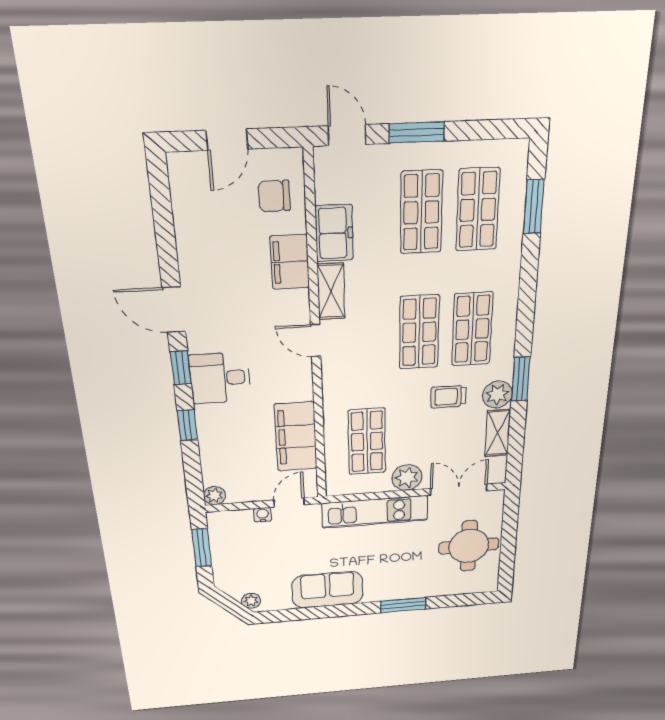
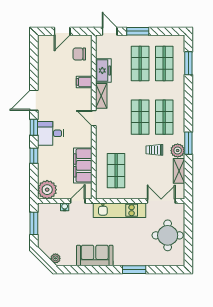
filing cabinet: (290, 262) -> (84, 82), width x0.50
door: (174, 310) -> (34, 100), hinge flipped
plant: (407, 478) -> (135, 192), removed
plant: (214, 496) -> (47, 190), width x1.87, depth x1.87

